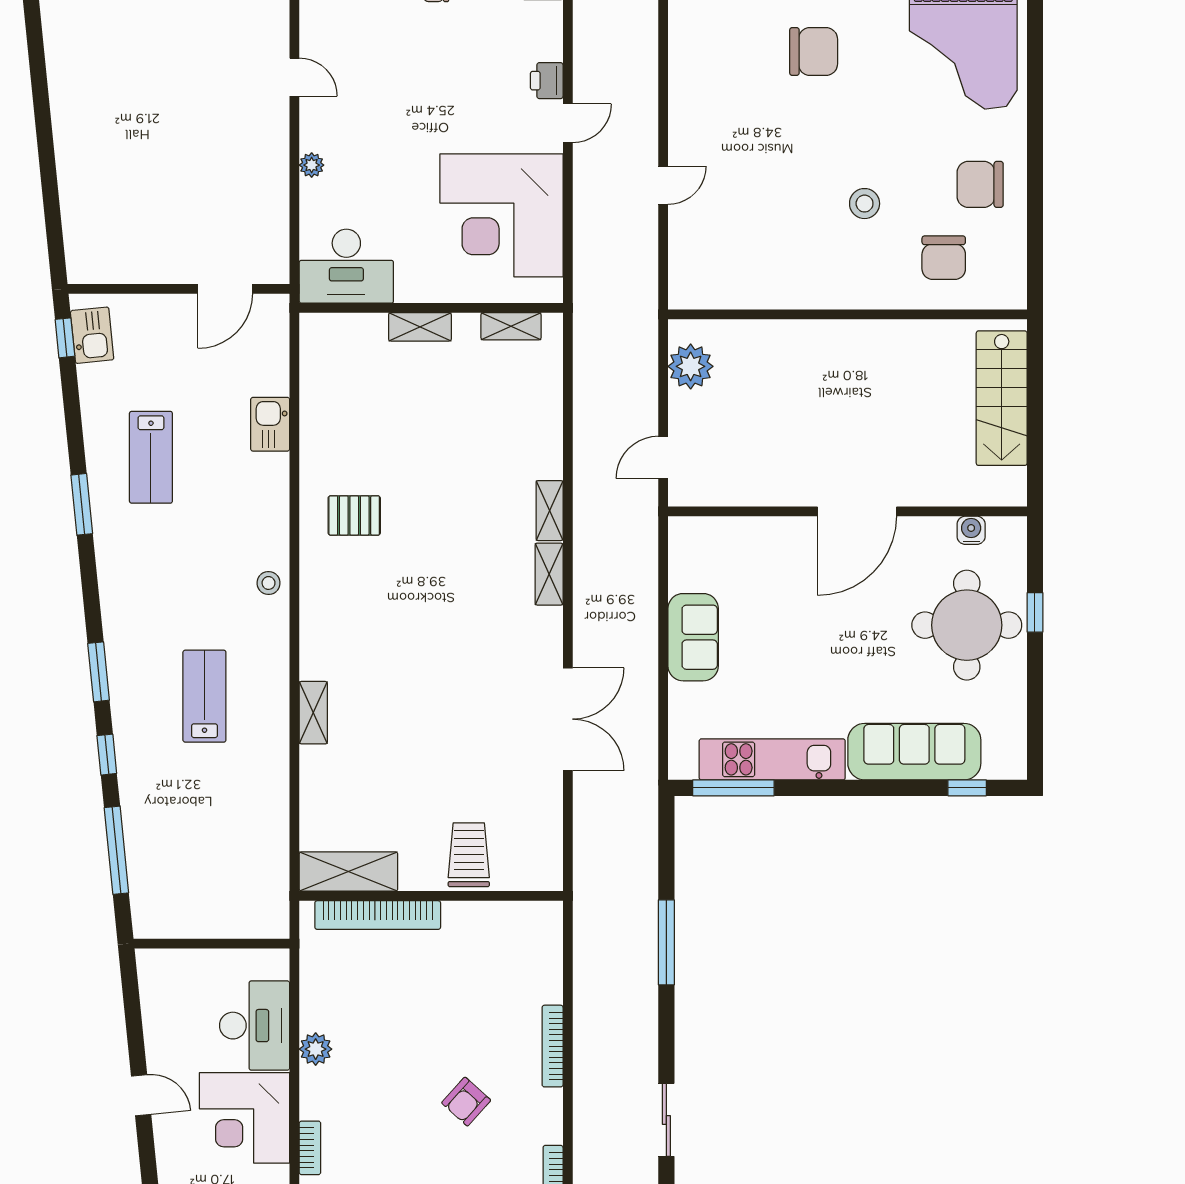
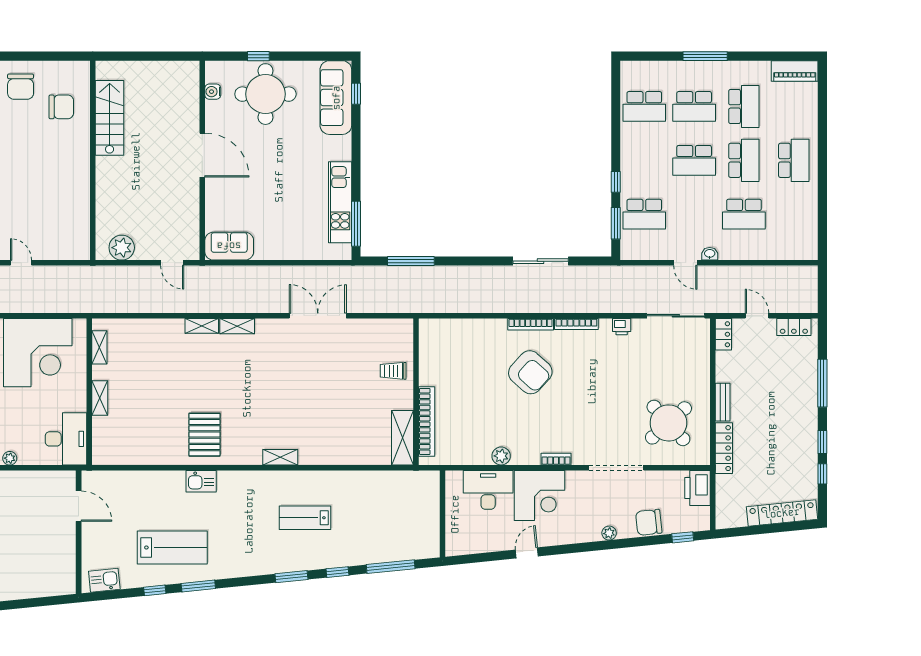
stool: (865, 204) -> (31, 151), removed
window: (65, 338) -> (155, 590), moved
stairs: (1002, 398) -> (110, 118), moved, turned -90
kitchen sink: (270, 424) -> (201, 481), moved
lab bench: (151, 457) -> (172, 547), width x1.36, depth x1.39
pallet: (354, 515) -> (205, 435), width x1.50, depth x1.42
stool: (269, 583) -> (242, 482), removed
sofa: (693, 637) -> (229, 246), moved
shelving: (313, 713) -> (280, 457), moved
sofa: (914, 752) -> (336, 98), moved
trolley: (469, 855) -> (393, 371), width x0.73, depth x0.72
window: (666, 942) -> (411, 261), moved
bookcase: (553, 1046) -> (531, 324), moved
armchair: (466, 1102) -> (530, 372), width x1.88, depth x1.88
sliding door: (666, 1120) -> (541, 261), width x1.37

